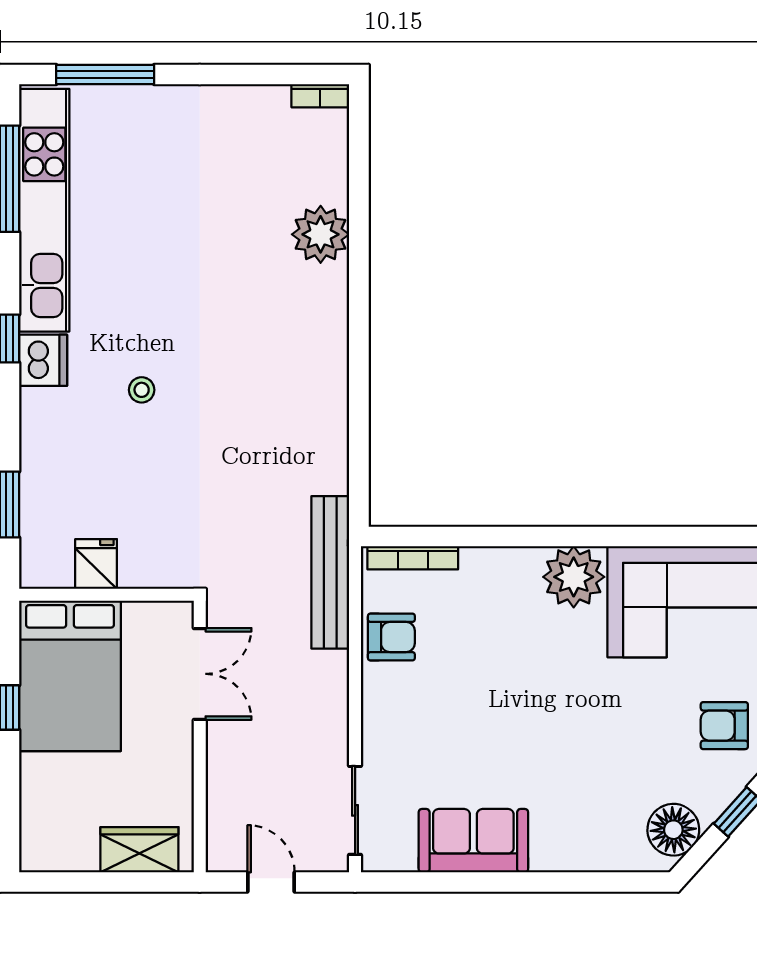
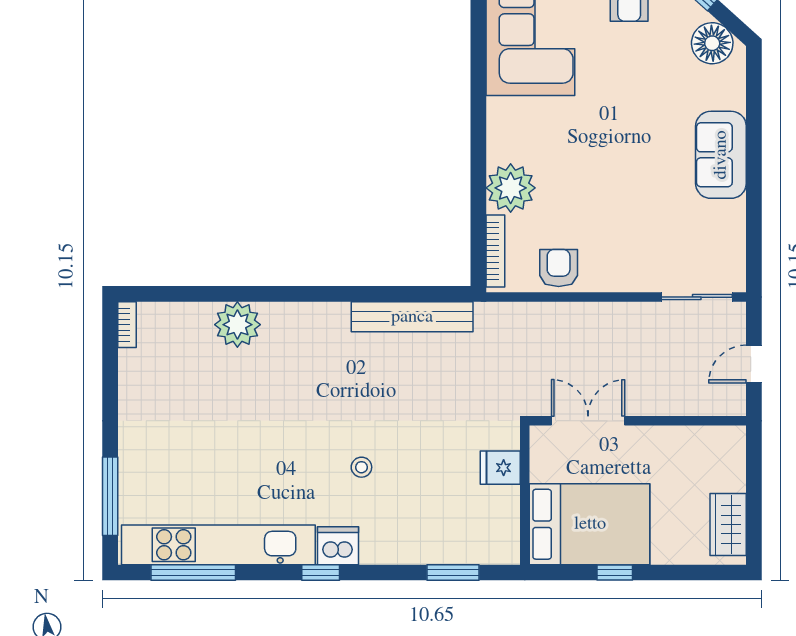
fridge: (96, 564) -> (500, 468), moved
bench: (330, 572) -> (412, 317), moved
plant: (574, 577) -> (511, 188), moved
sofa: (473, 841) -> (721, 155), moved
wardrobe: (139, 850) -> (728, 525), moved

